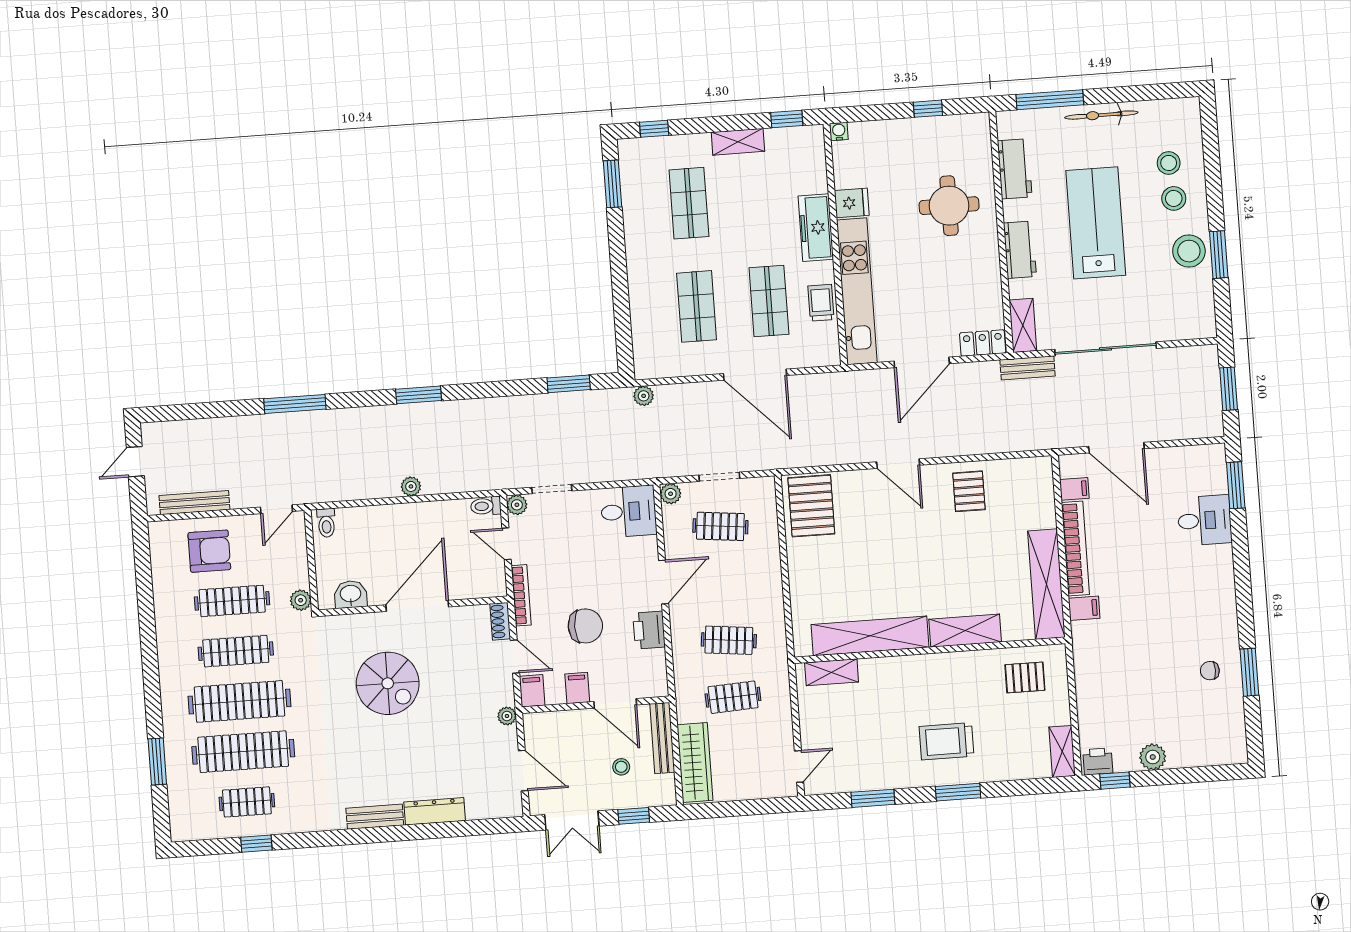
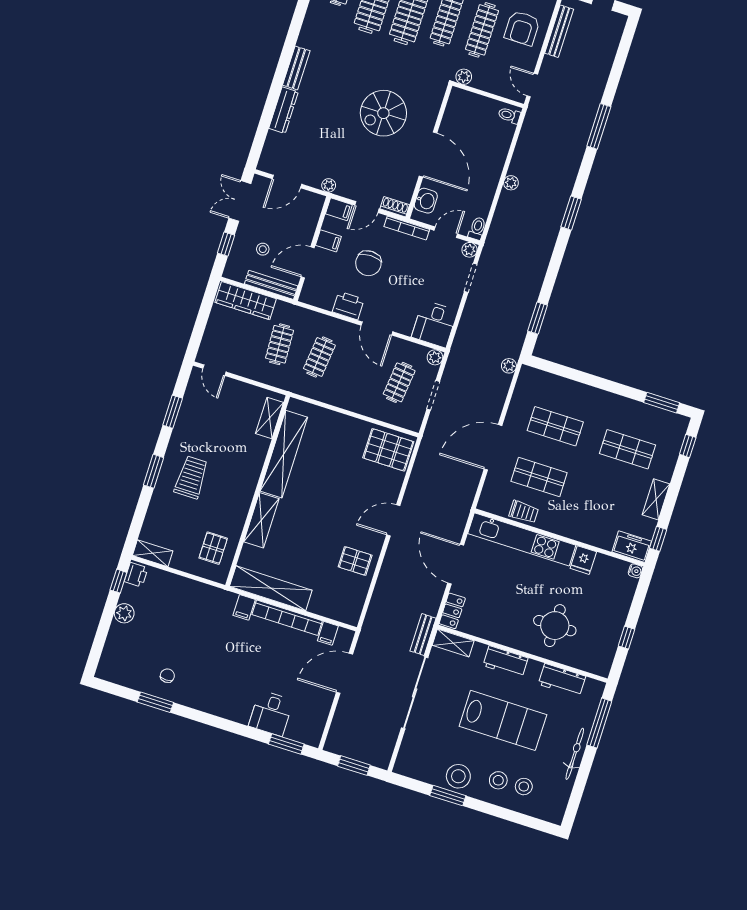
freezer: (816, 228) -> (632, 547), moved, width x0.71
washbasin: (351, 594) -> (426, 201), moved

